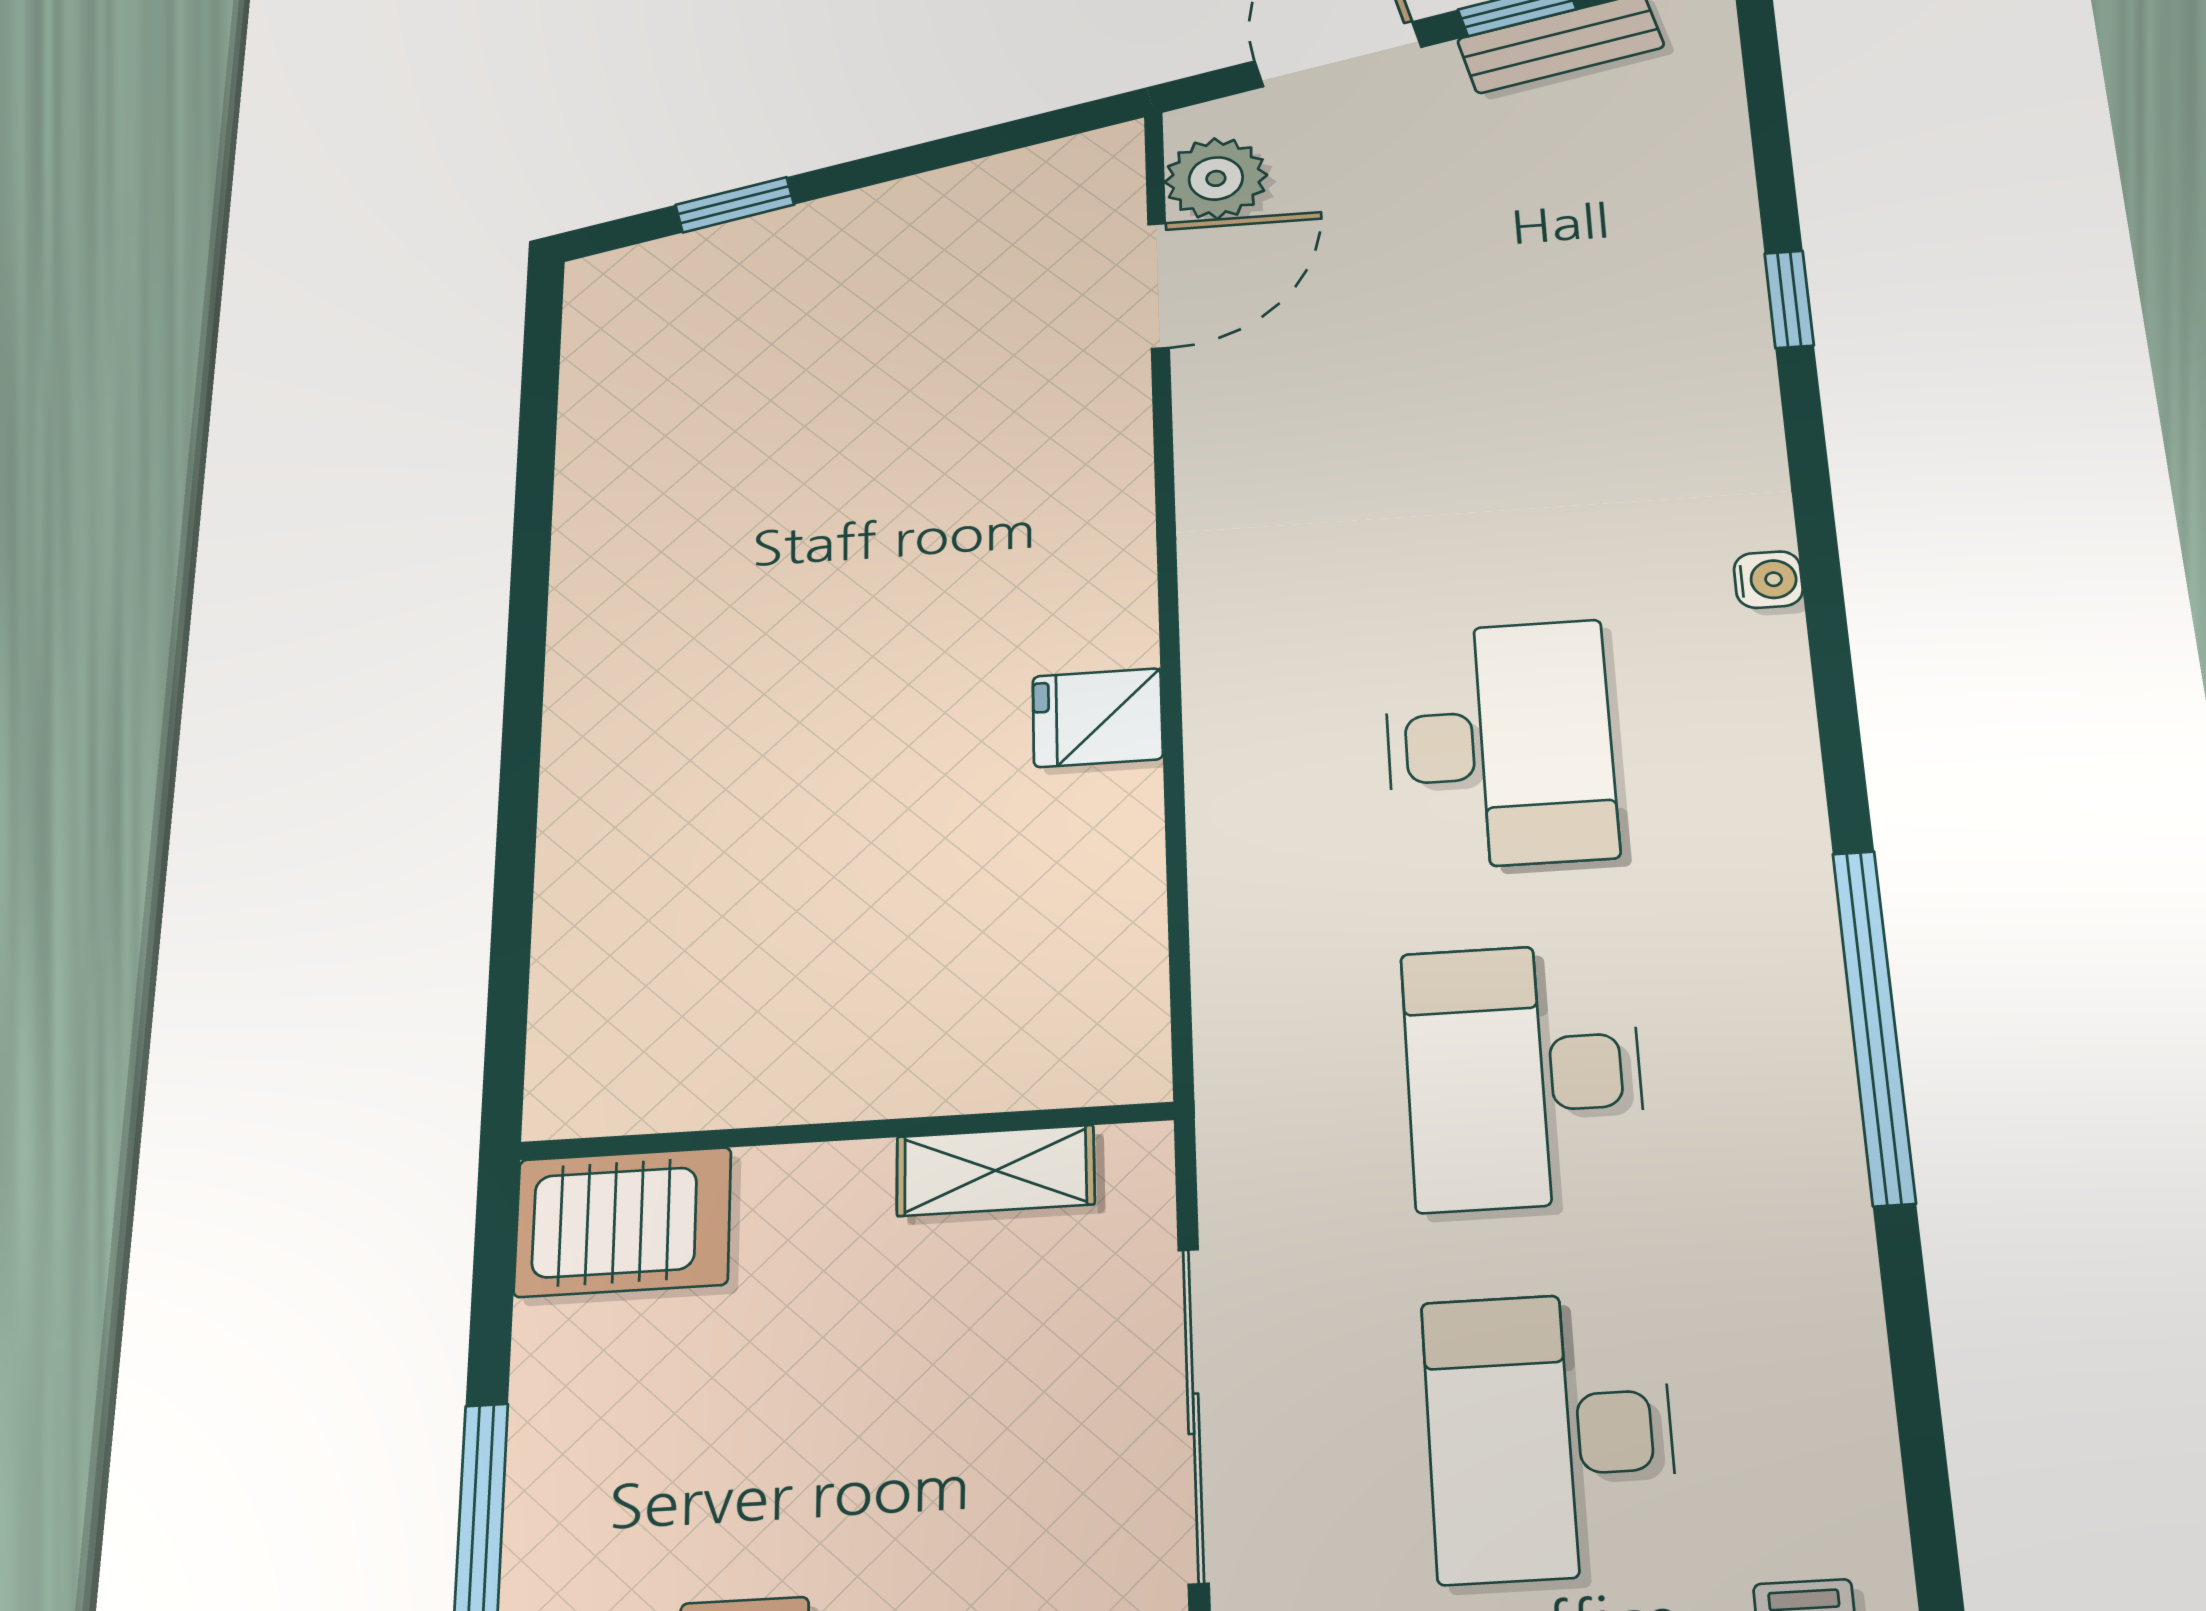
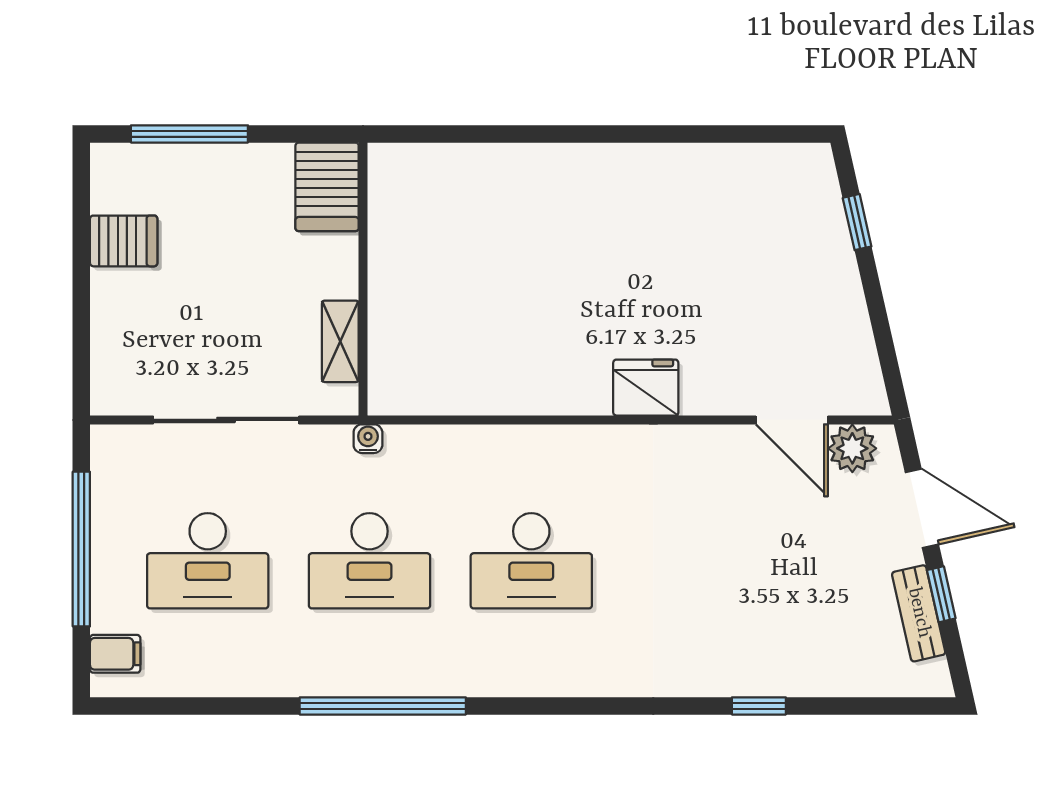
water cooler: (1768, 580) -> (368, 439), moved, turned 180
fridge: (1098, 718) -> (646, 388), moved, width x1.38
desk: (1524, 1075) -> (369, 561), turned 180
desk: (1550, 1436) -> (208, 561), turned 180

